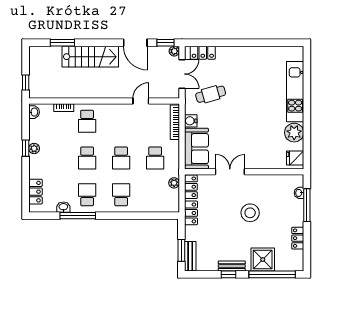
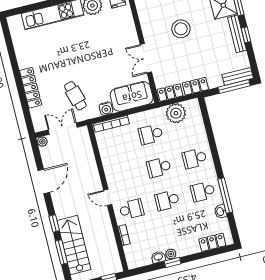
window: (166, 43) -> (54, 223), moved
locker: (203, 53) -> (31, 88), moved, width x1.53
stairs: (90, 57) -> (74, 245), moved
door: (141, 101) -> (108, 197), moved
washbasin: (34, 112) -> (158, 257), moved
school desk: (87, 158) -> (167, 200), turned 180
school desk: (121, 158) -> (159, 167), turned 180
school desk: (155, 158) -> (151, 134), turned 180
plant: (174, 183) -> (176, 113), width x1.87, depth x1.87
window: (181, 250) -> (234, 86), width x1.44
bench: (232, 266) -> (237, 34), width x1.36

